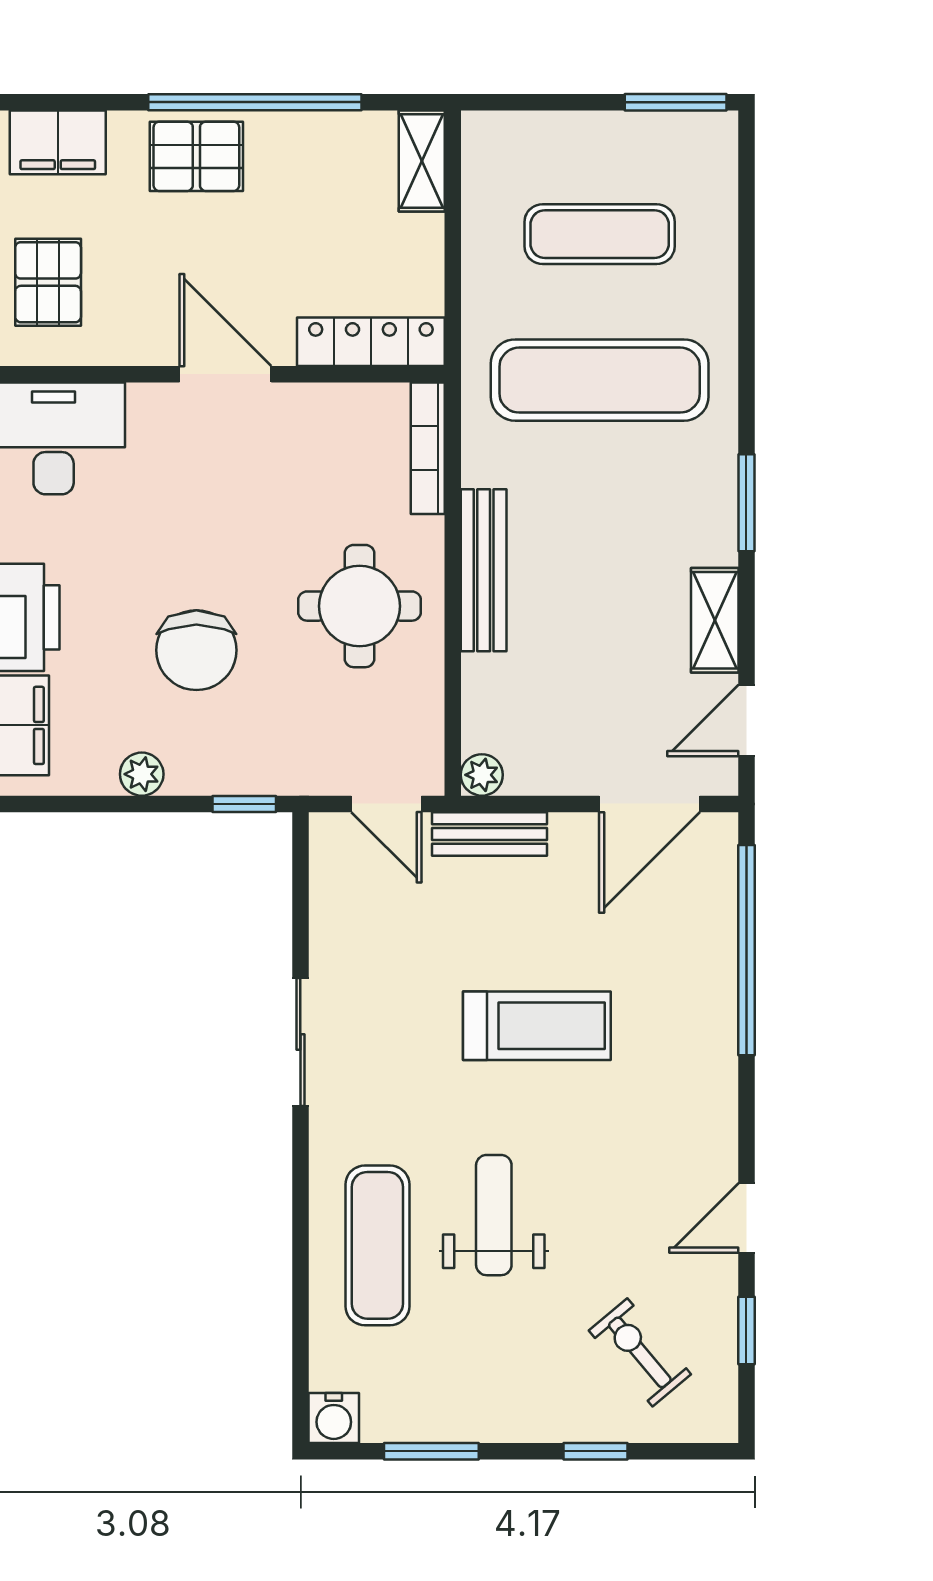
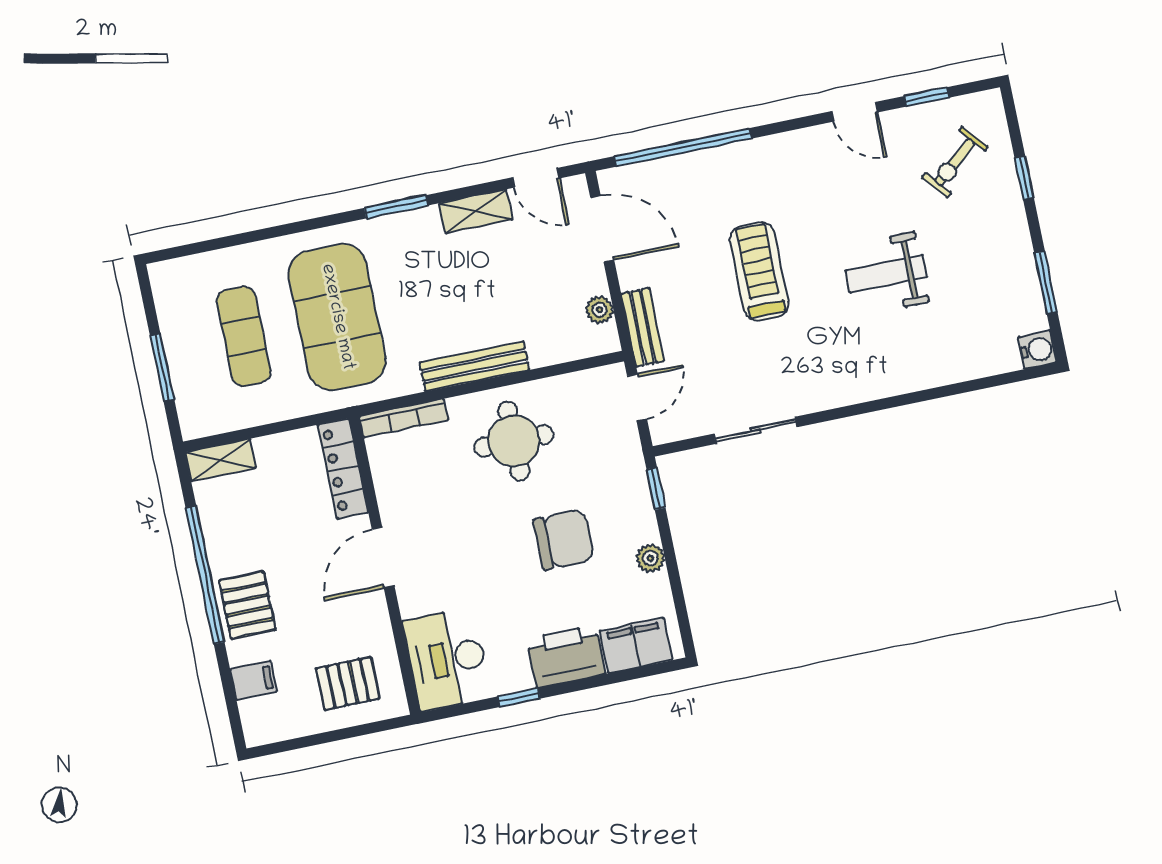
window: (676, 102) -> (162, 368), moved
filing cabinet: (58, 142) -> (254, 680), width x0.50
exercise mat: (600, 380) -> (337, 317), width x1.47
plant: (482, 775) -> (600, 310), moved
sliding door: (300, 1042) -> (756, 430), moved
exercise mat: (377, 1245) -> (921, 345), removed

